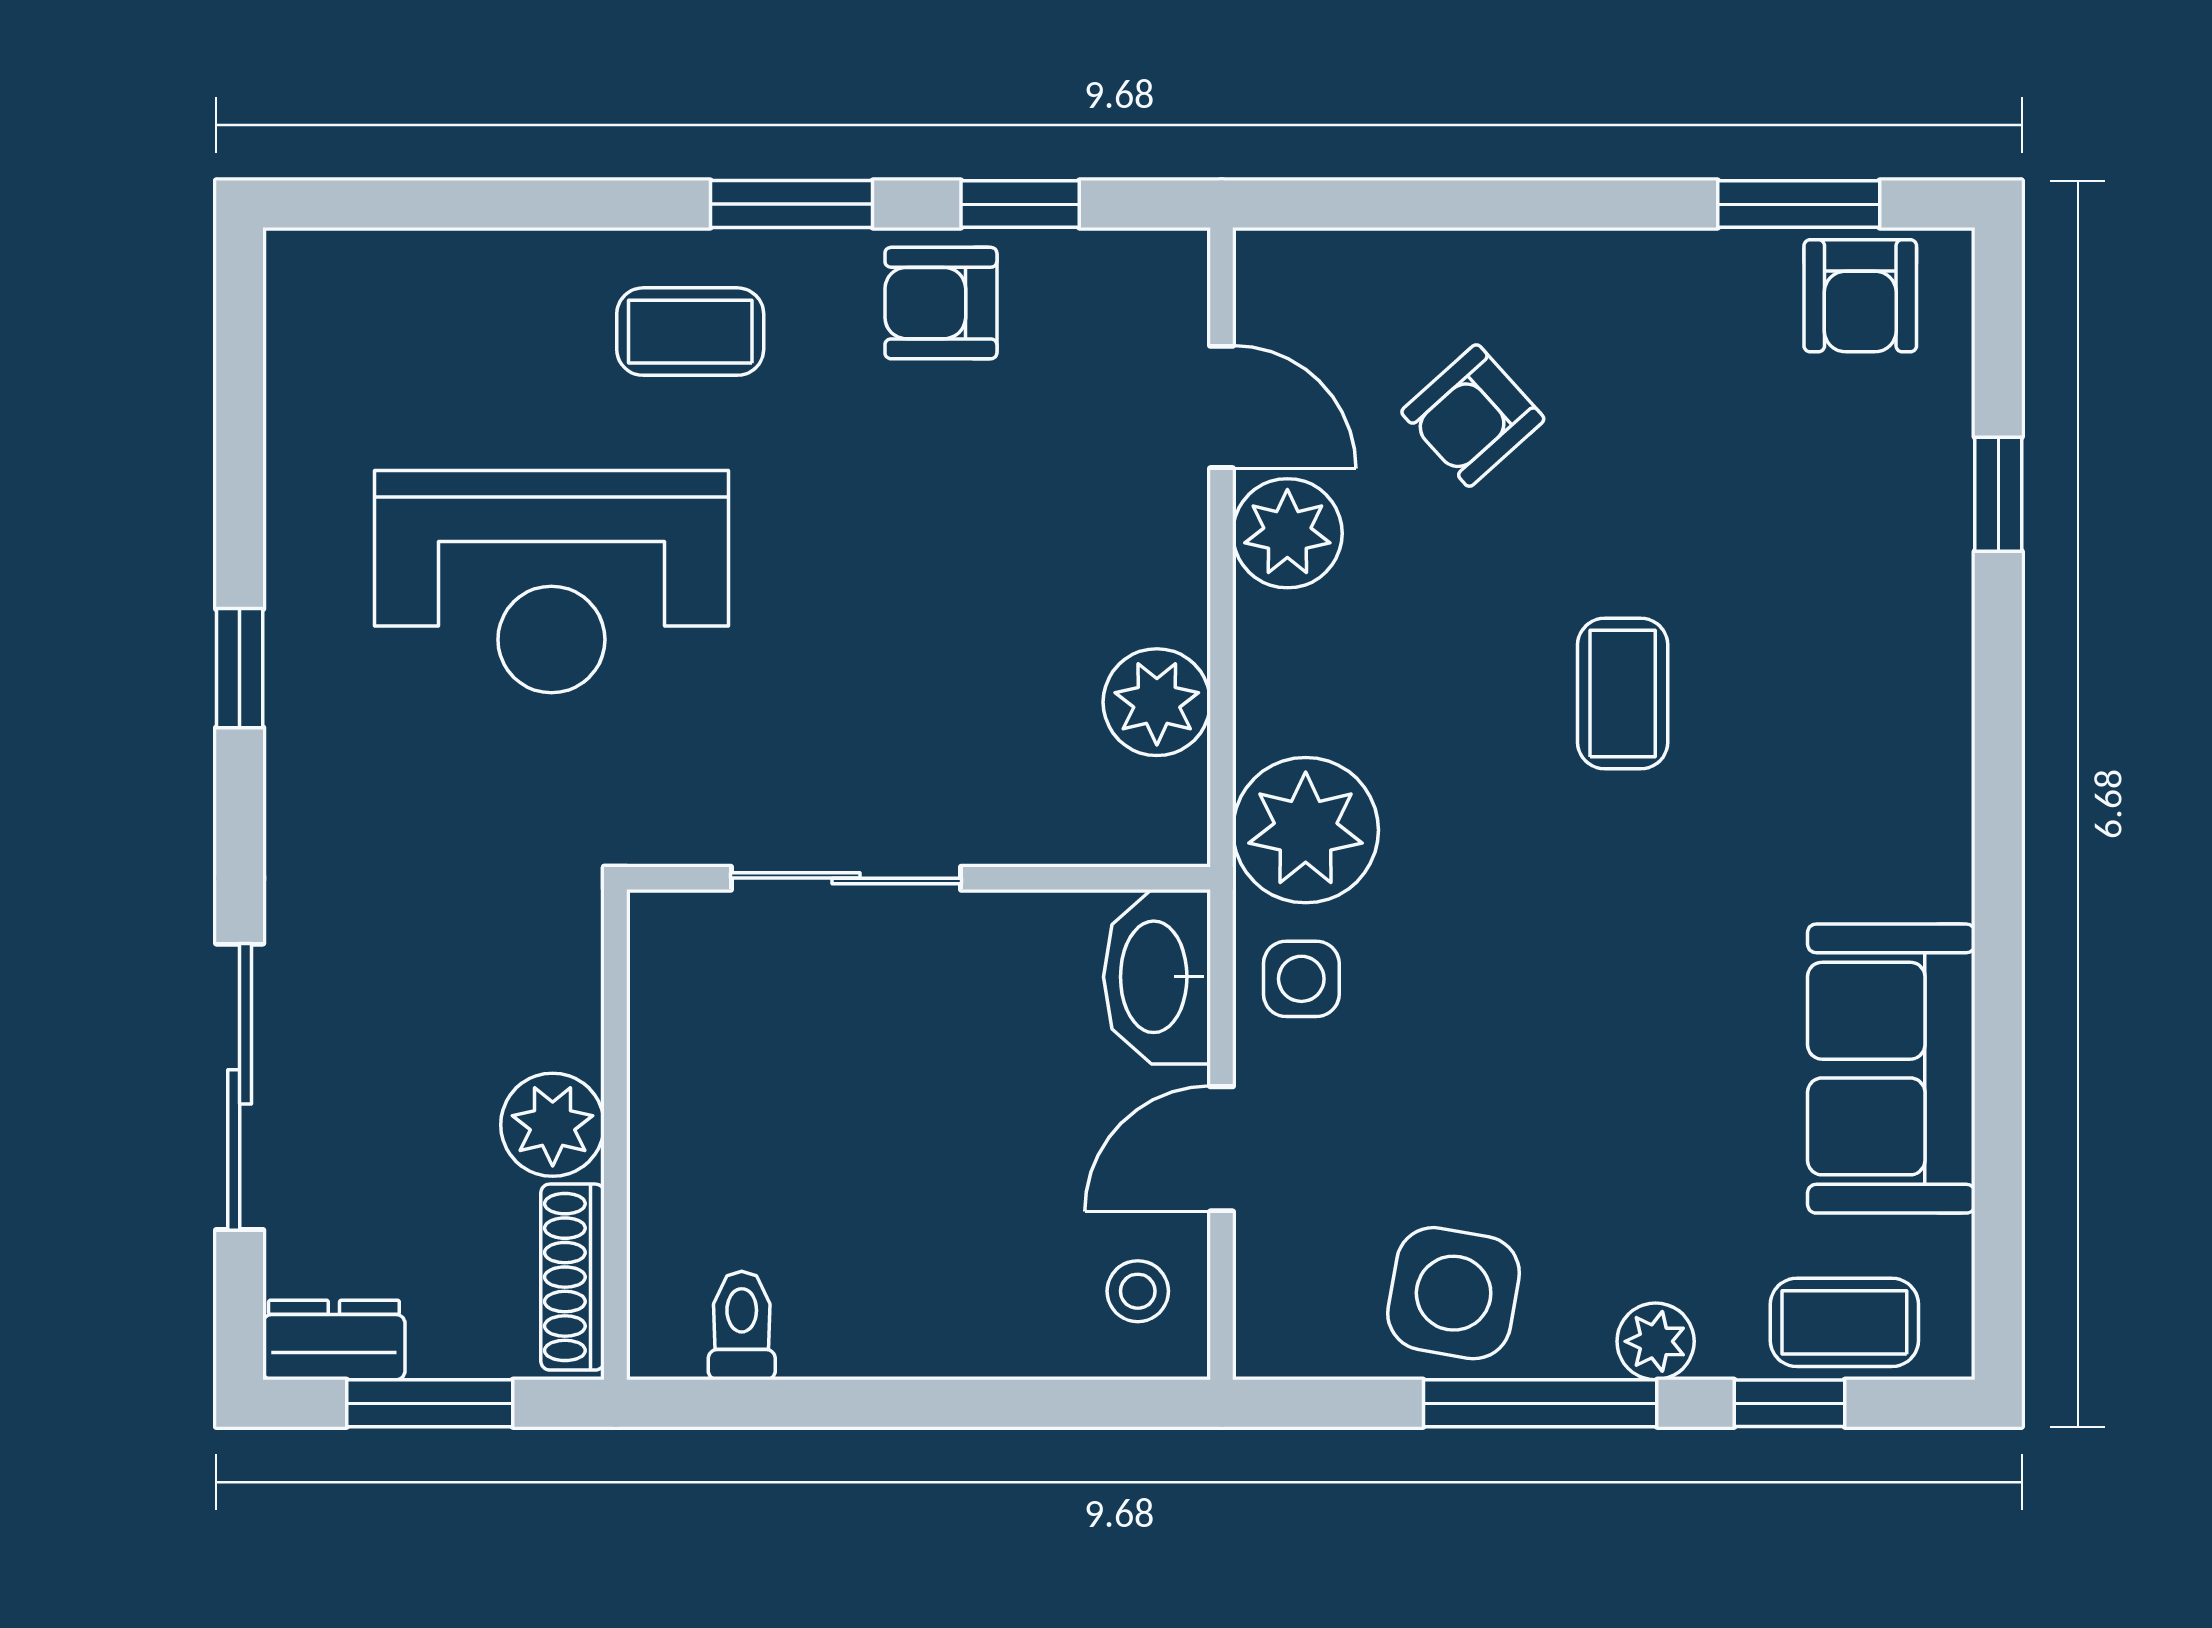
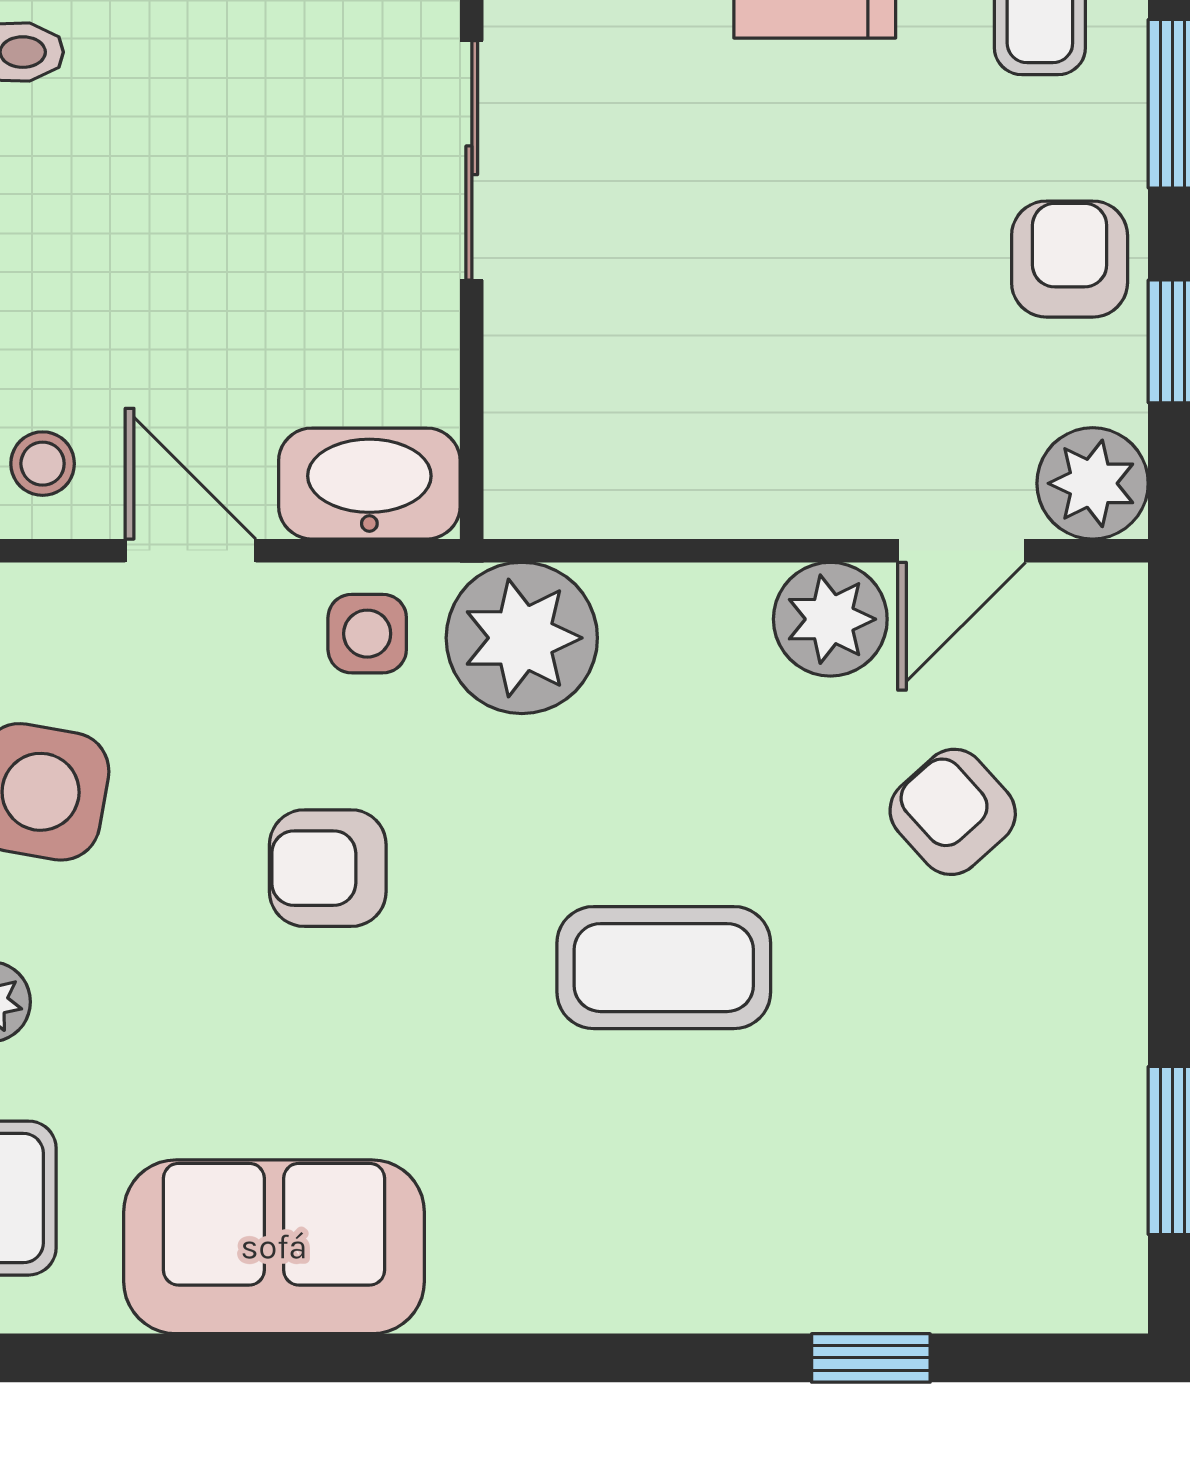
armchair: (1860, 296) -> (328, 868), moved
coffee table: (1623, 694) -> (664, 968), width x1.36, depth x1.30
plant: (1157, 702) -> (1093, 483), moved

